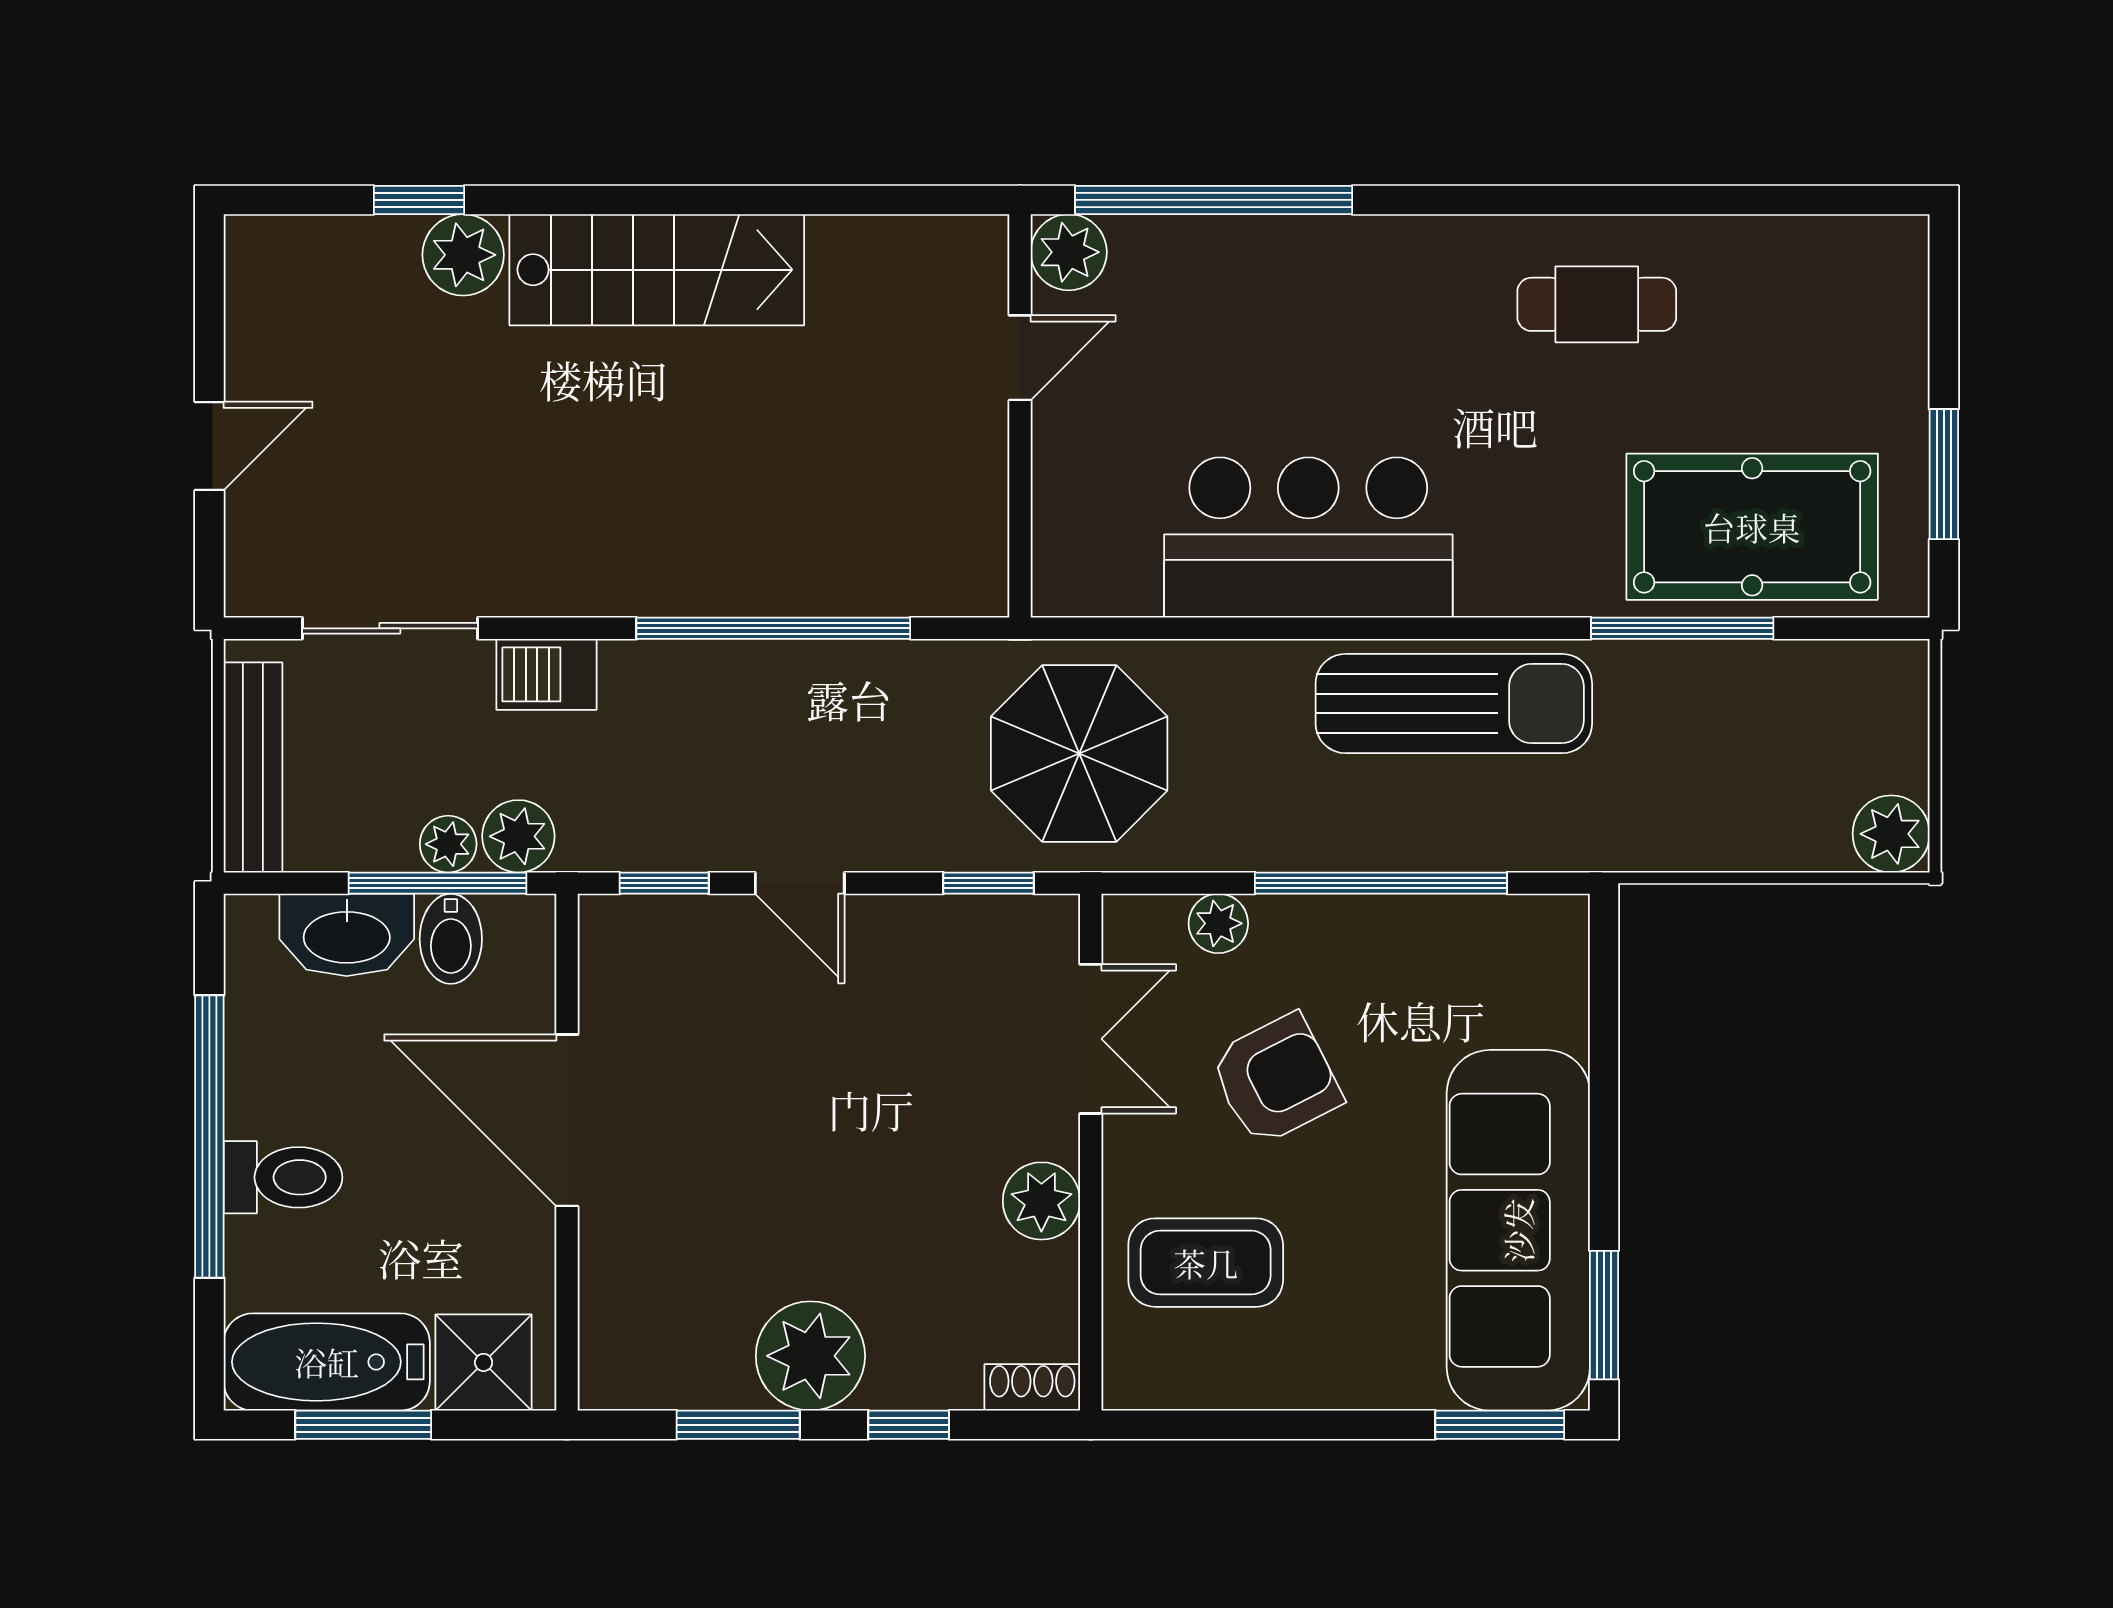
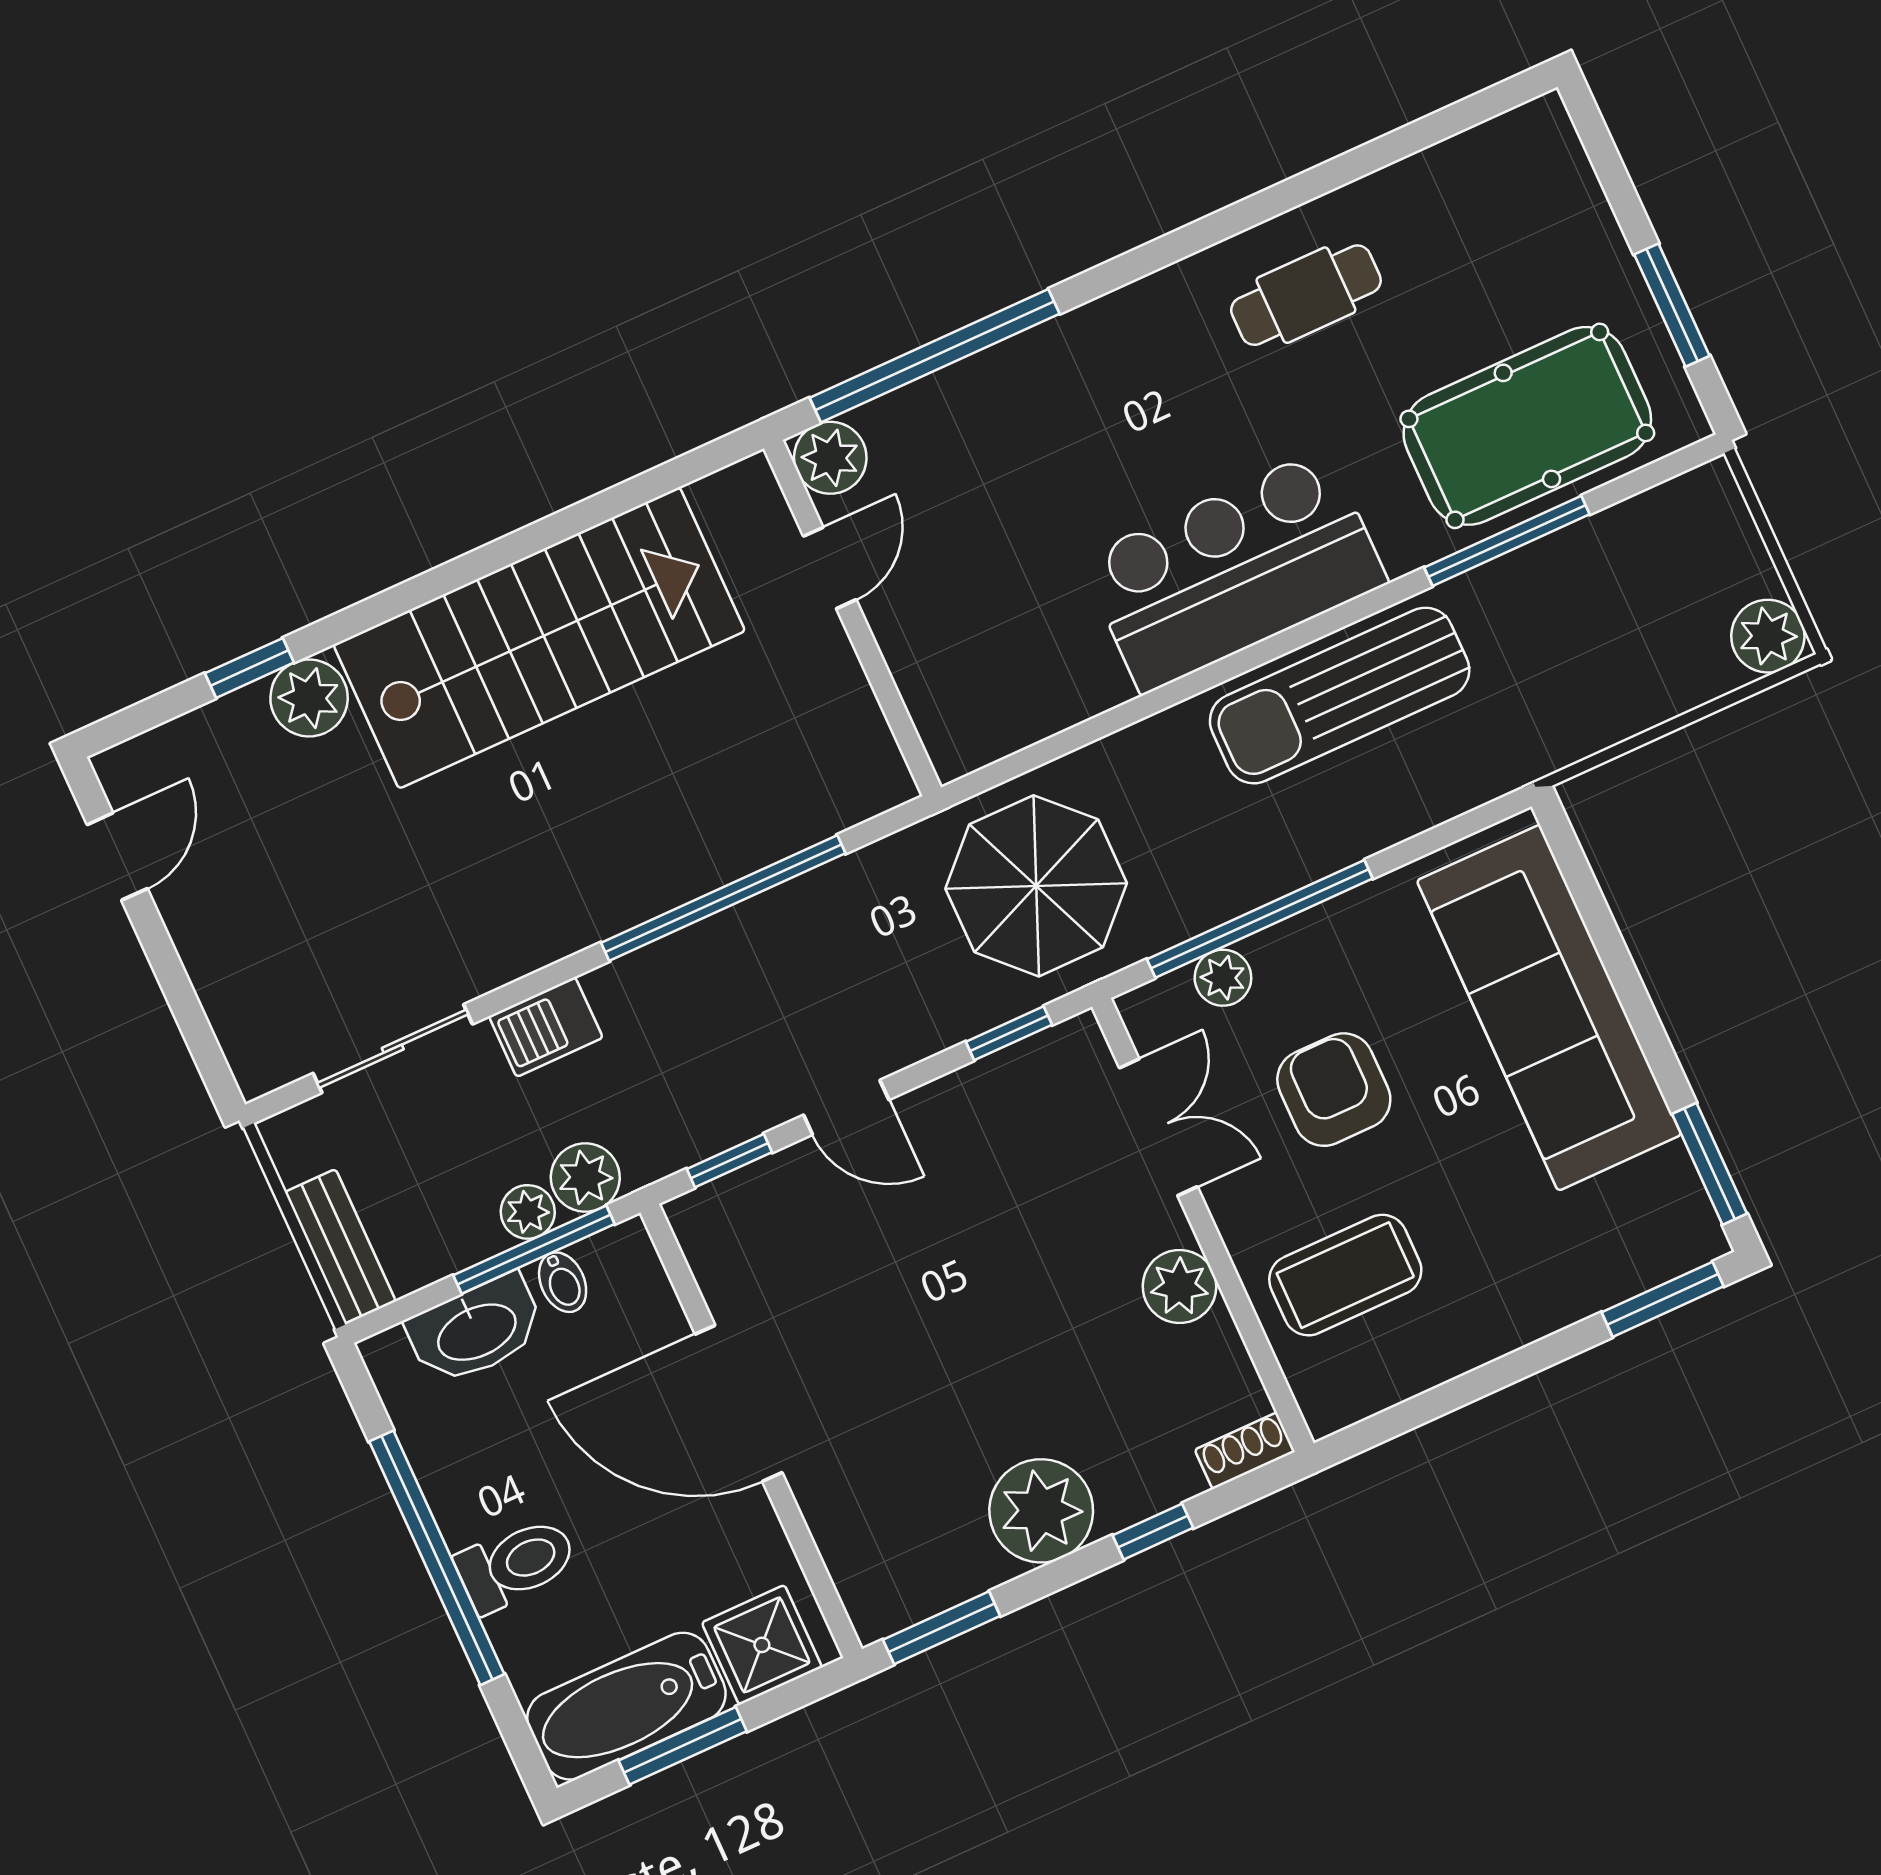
stairs: (657, 270) -> (539, 638), width x1.36, depth x1.51
door: (209, 446) -> (117, 857), moved
bar counter: (1308, 538) -> (1234, 571), moved
sun lounger: (1454, 704) -> (1340, 696), turned 180
bench: (253, 767) -> (340, 1247), width x0.73
window: (1381, 883) -> (1260, 919), moved
bidet: (451, 939) -> (563, 1282), width x0.72, depth x0.74
armchair: (1276, 1079) -> (1334, 1090), turned -63
sofa: (1518, 1230) -> (1549, 1008), moved
window: (738, 1425) -> (942, 1628), moved

